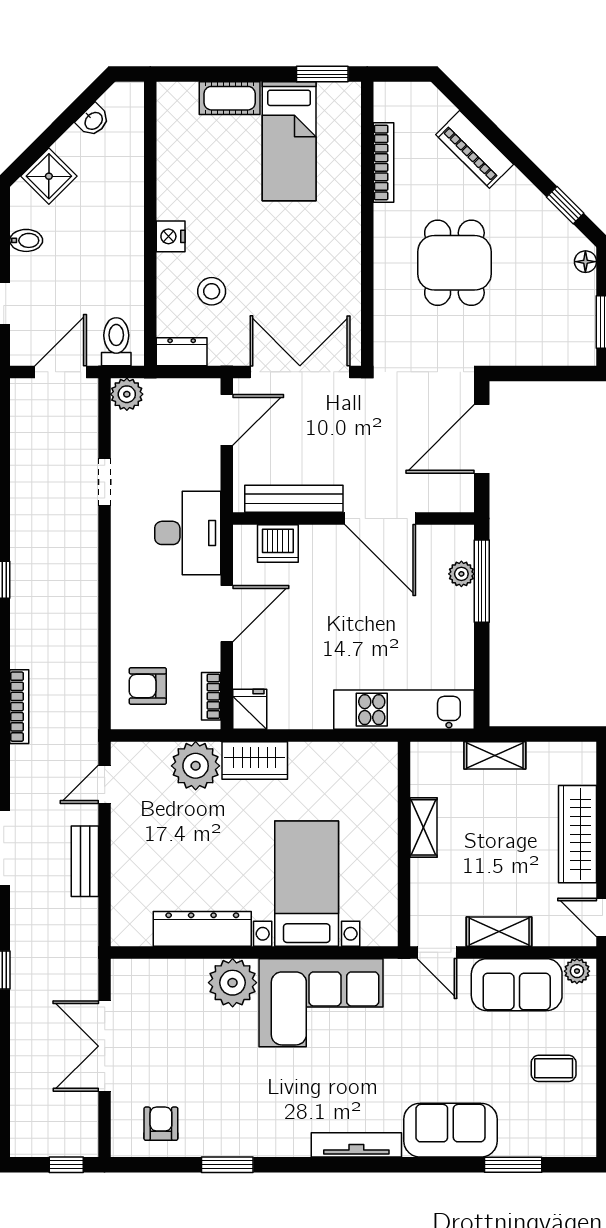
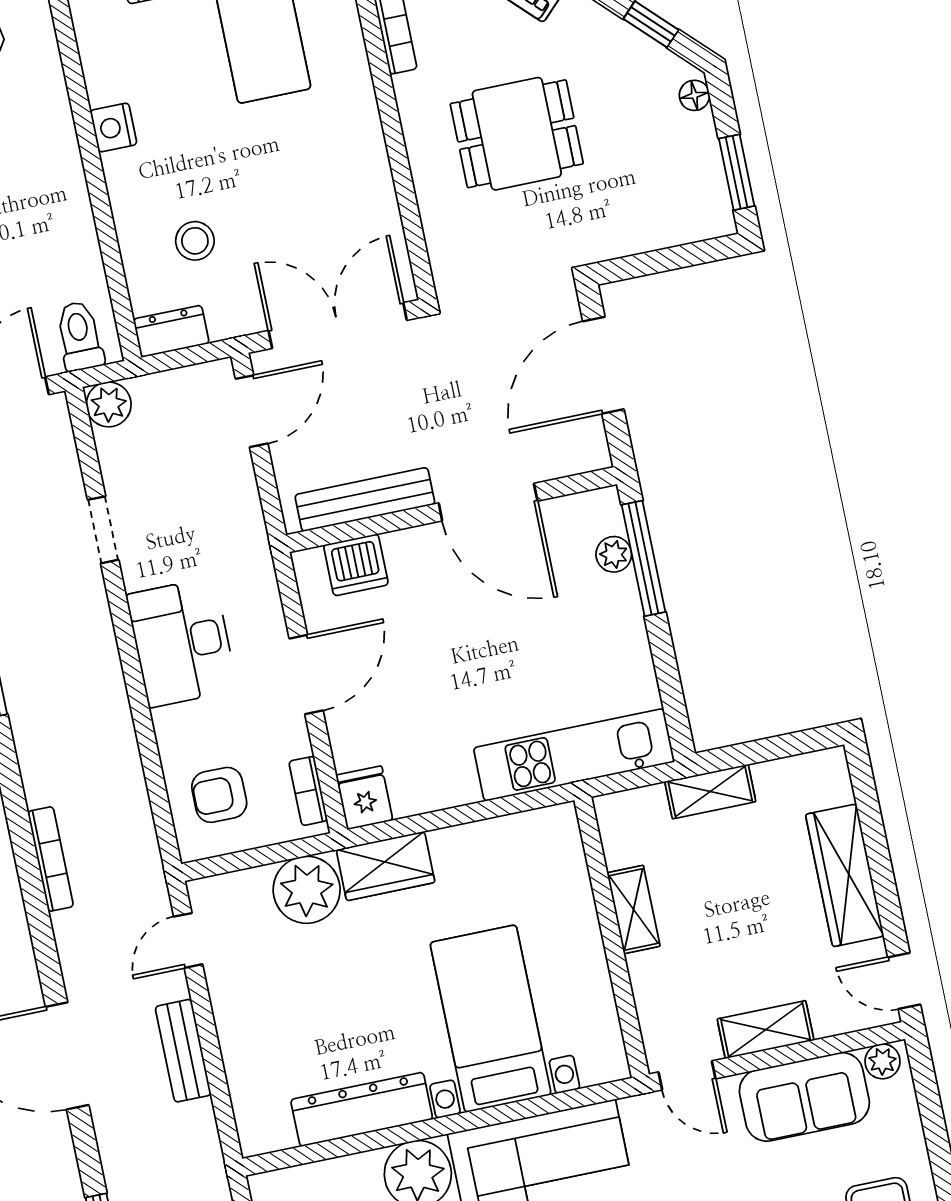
nightstand: (171, 236) -> (114, 127), moved
dining table: (454, 263) -> (517, 134), turned 90
desk: (188, 533) -> (182, 642), moved, turned 180

